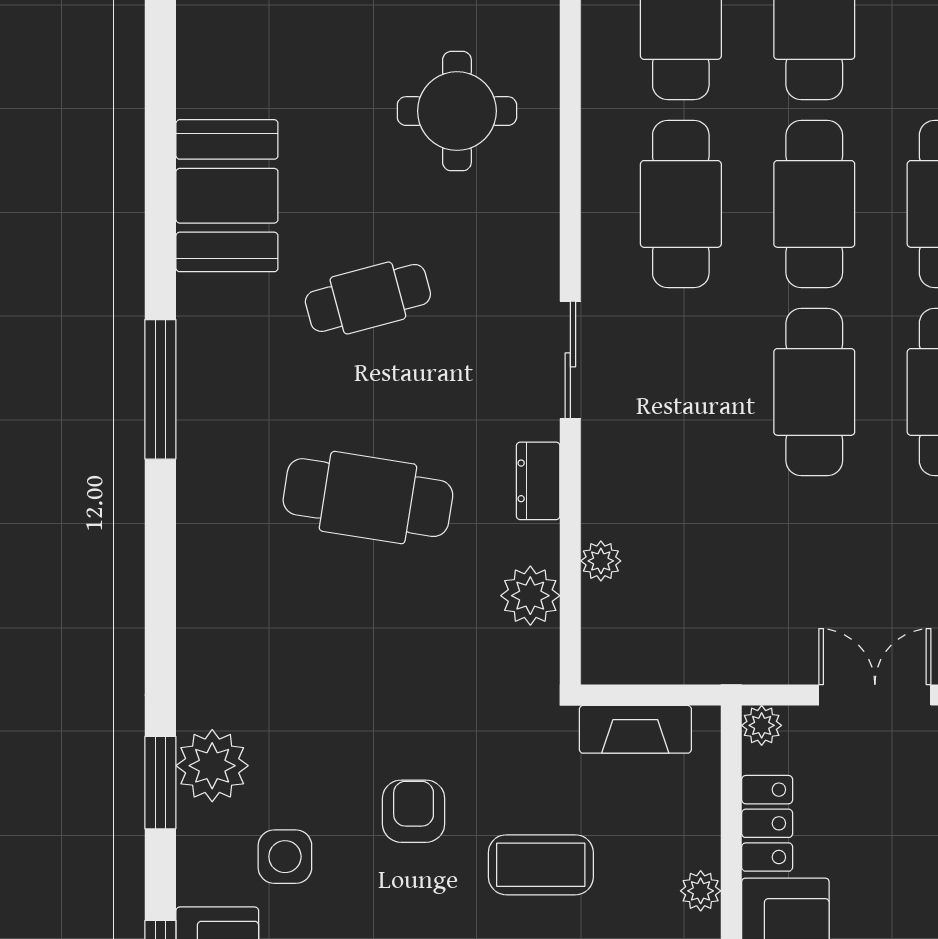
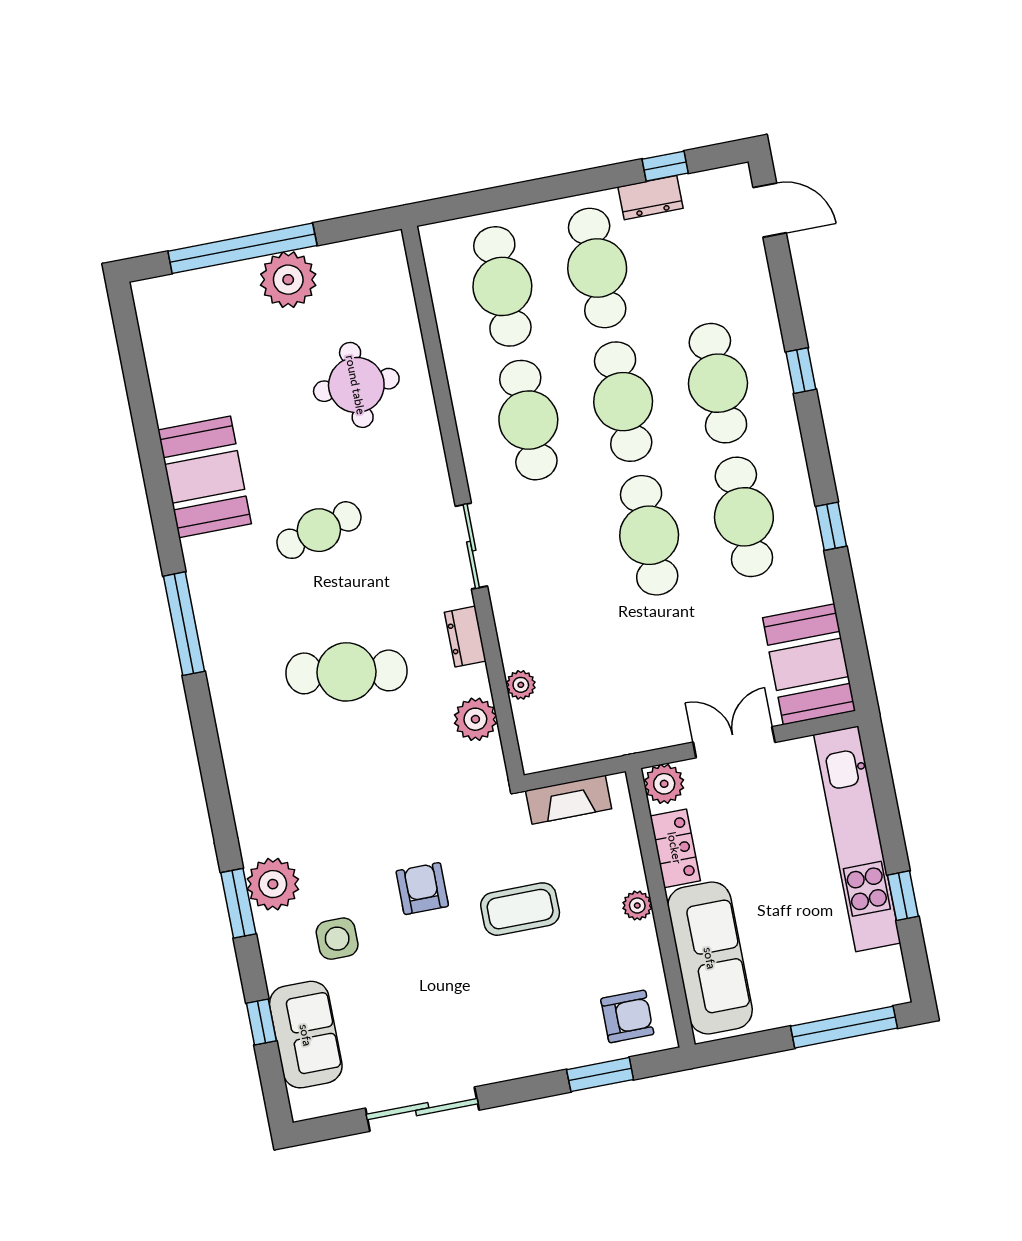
plant: (762, 725) -> (664, 784), width x1.38, depth x1.38

